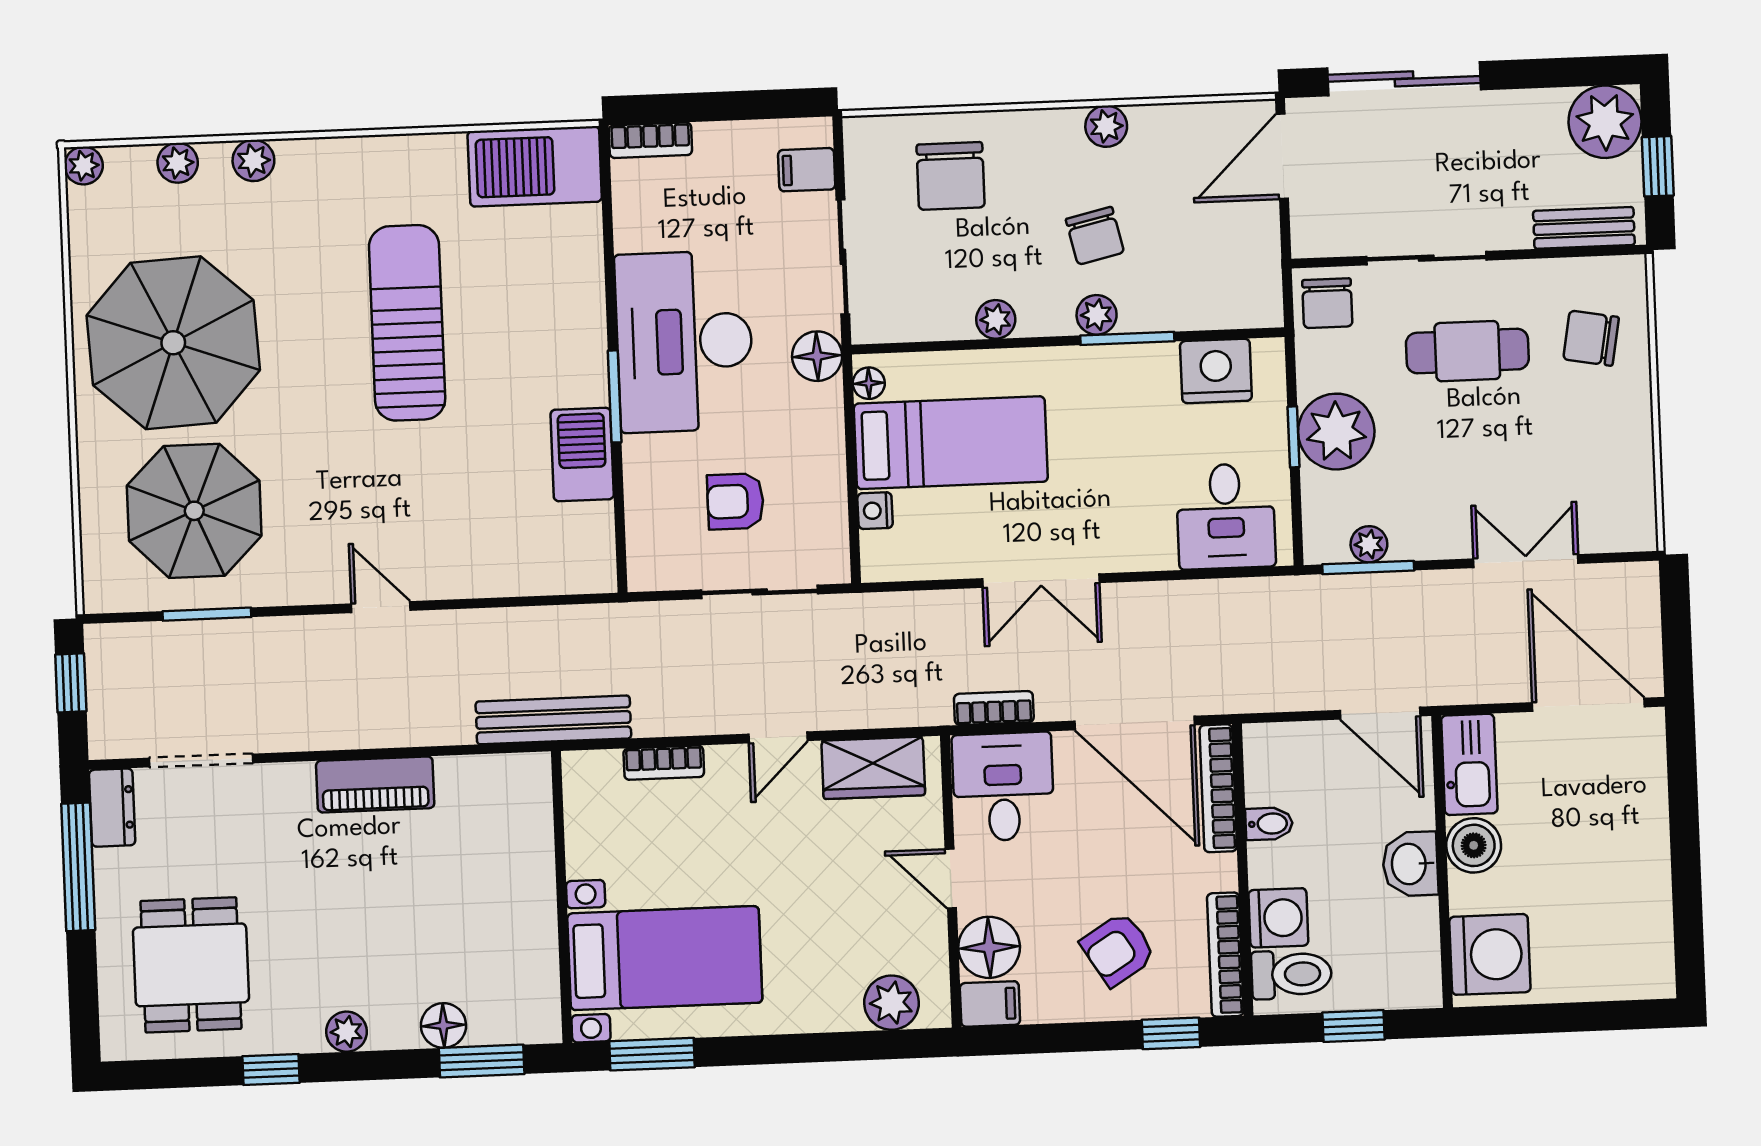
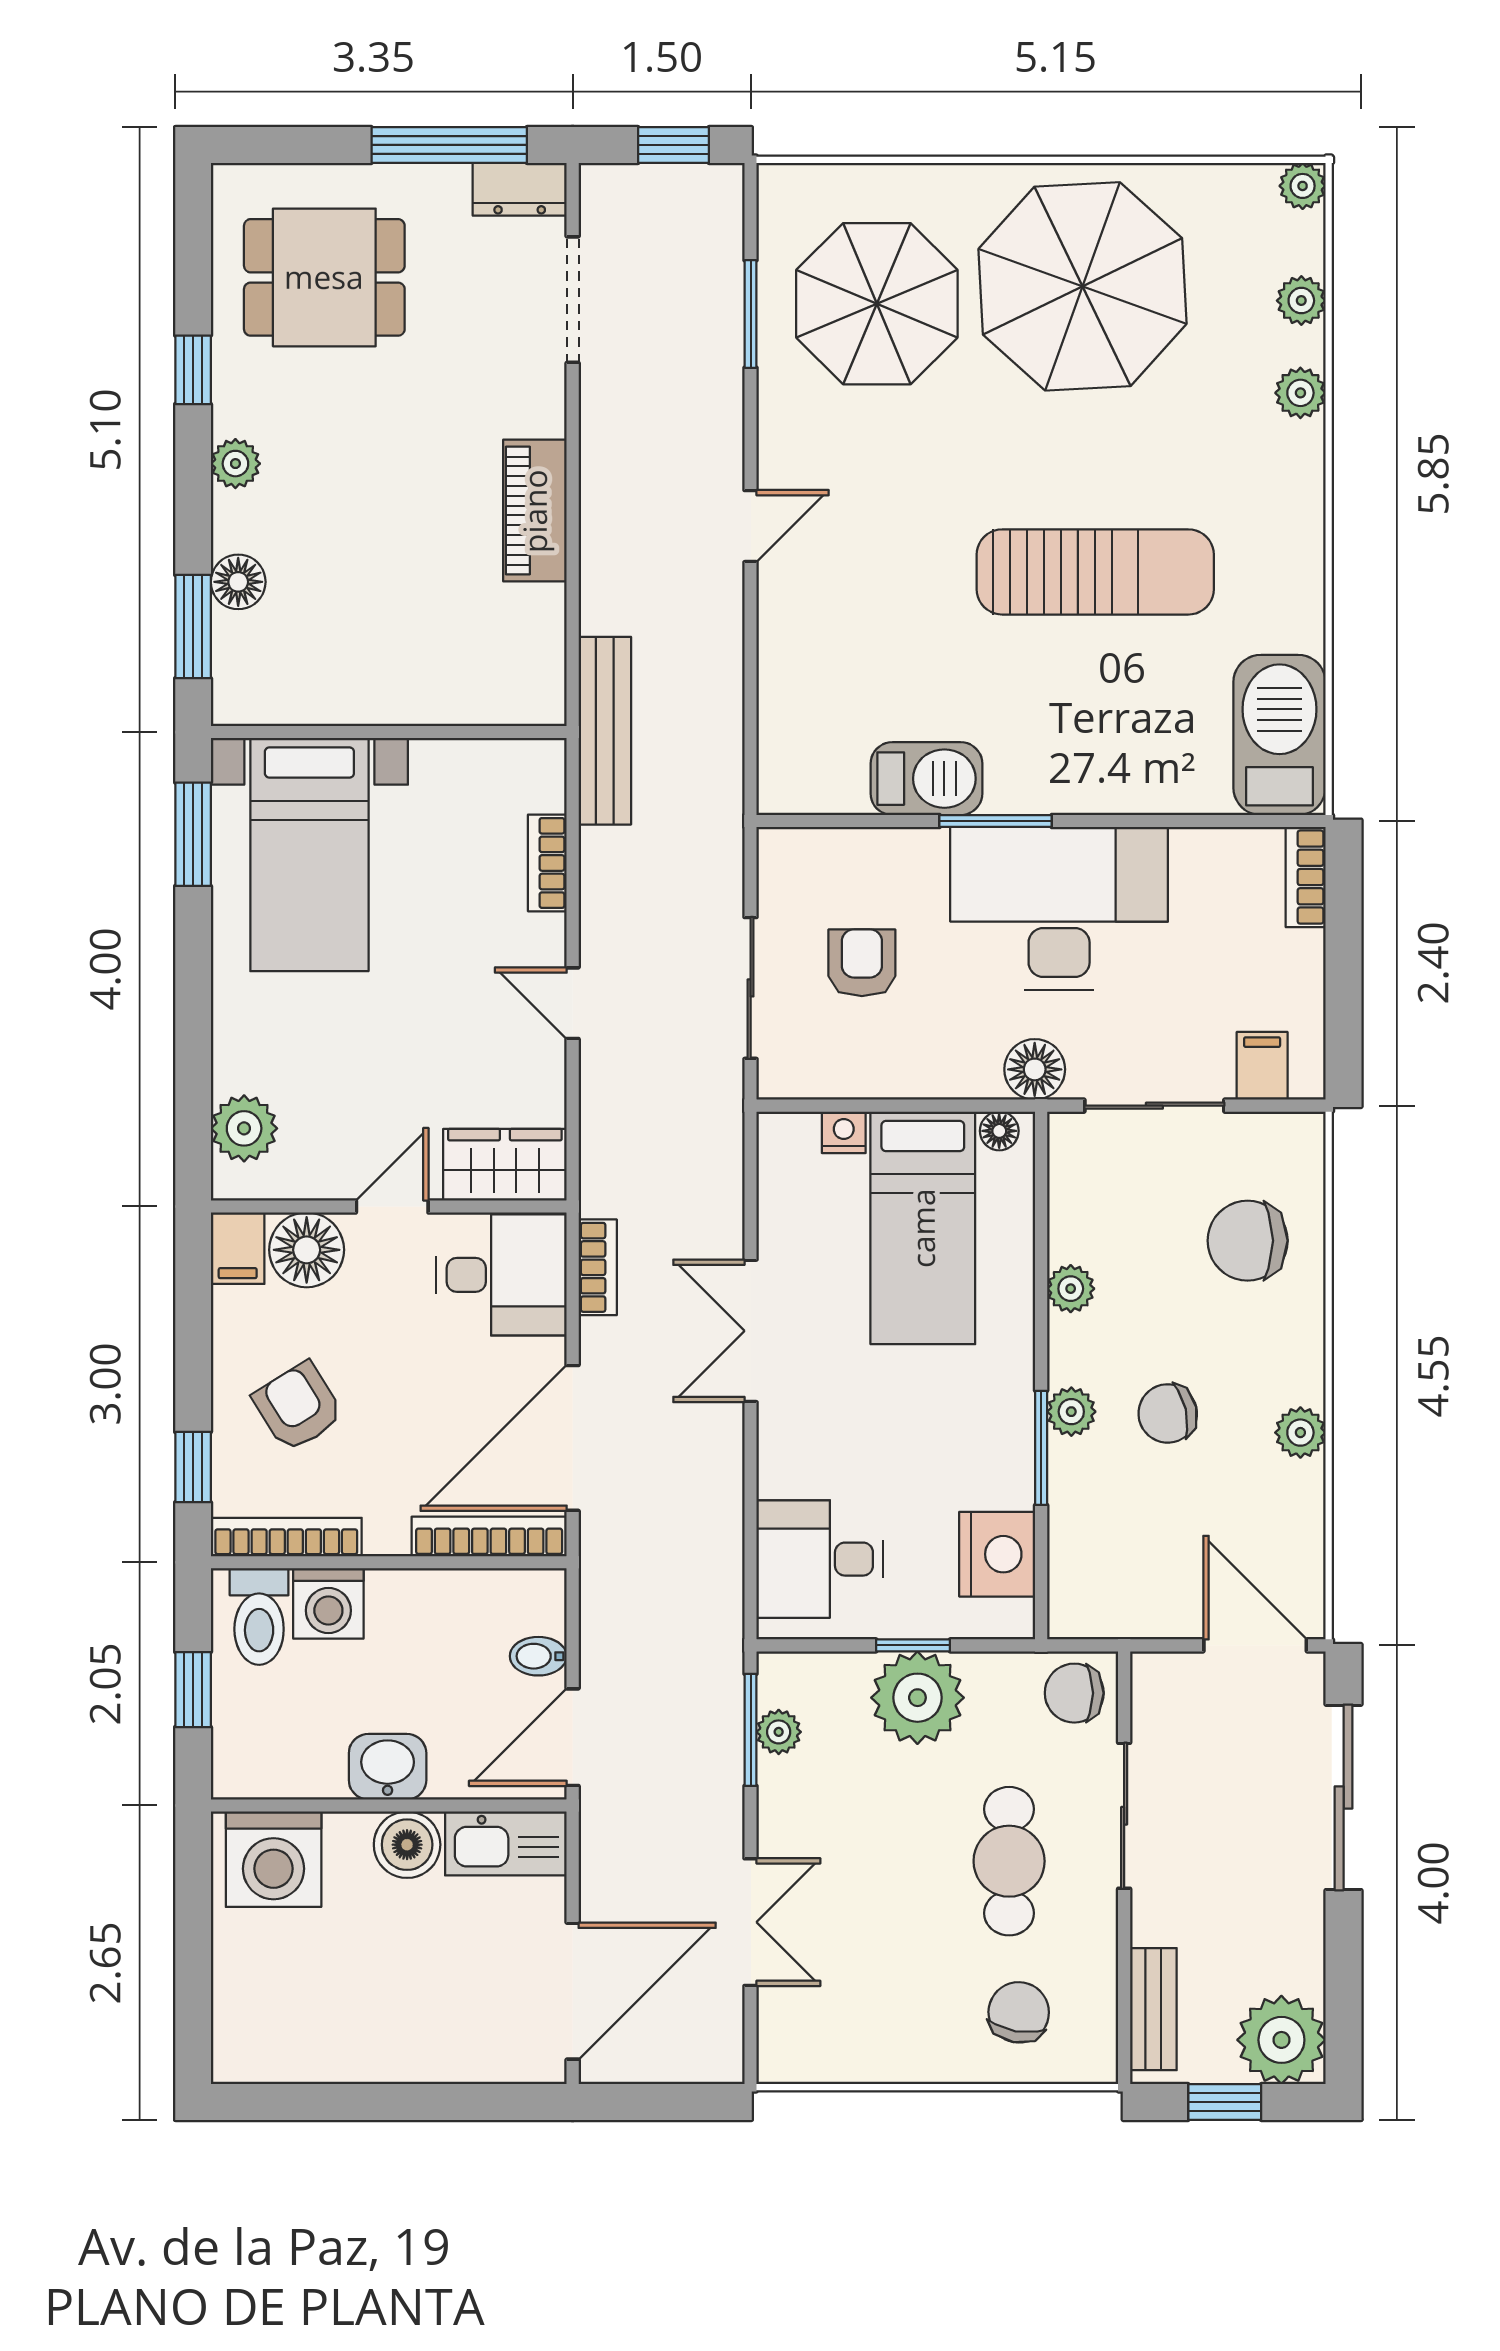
wardrobe: (873, 768) -> (505, 1165), moved, turned 90
bidet: (1269, 824) -> (538, 1656), moved, turned 90

